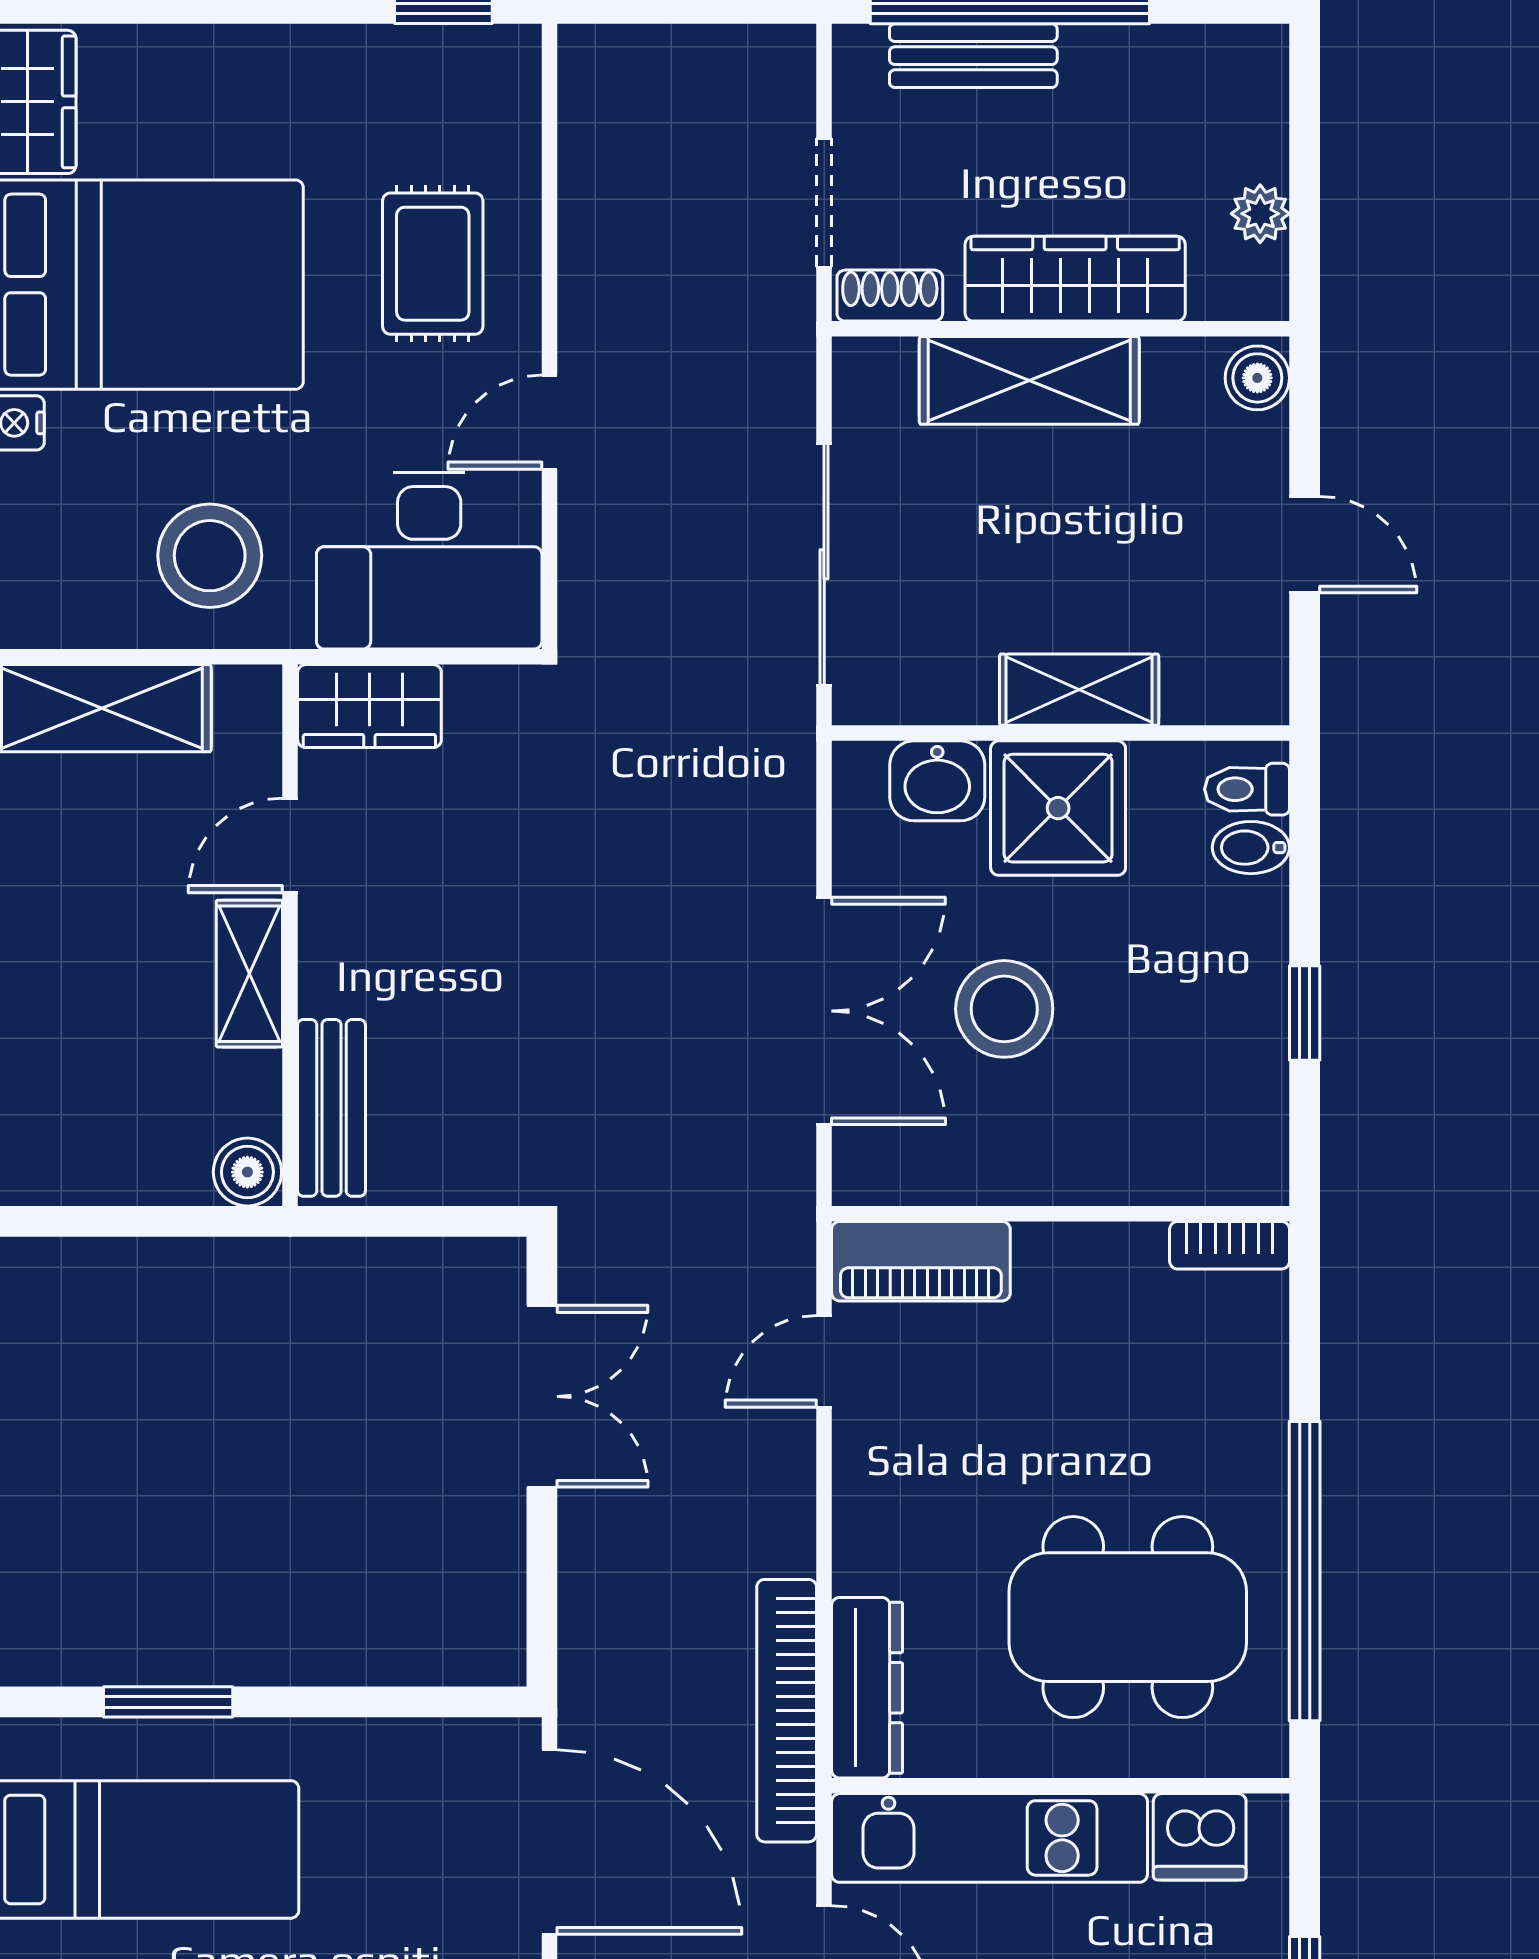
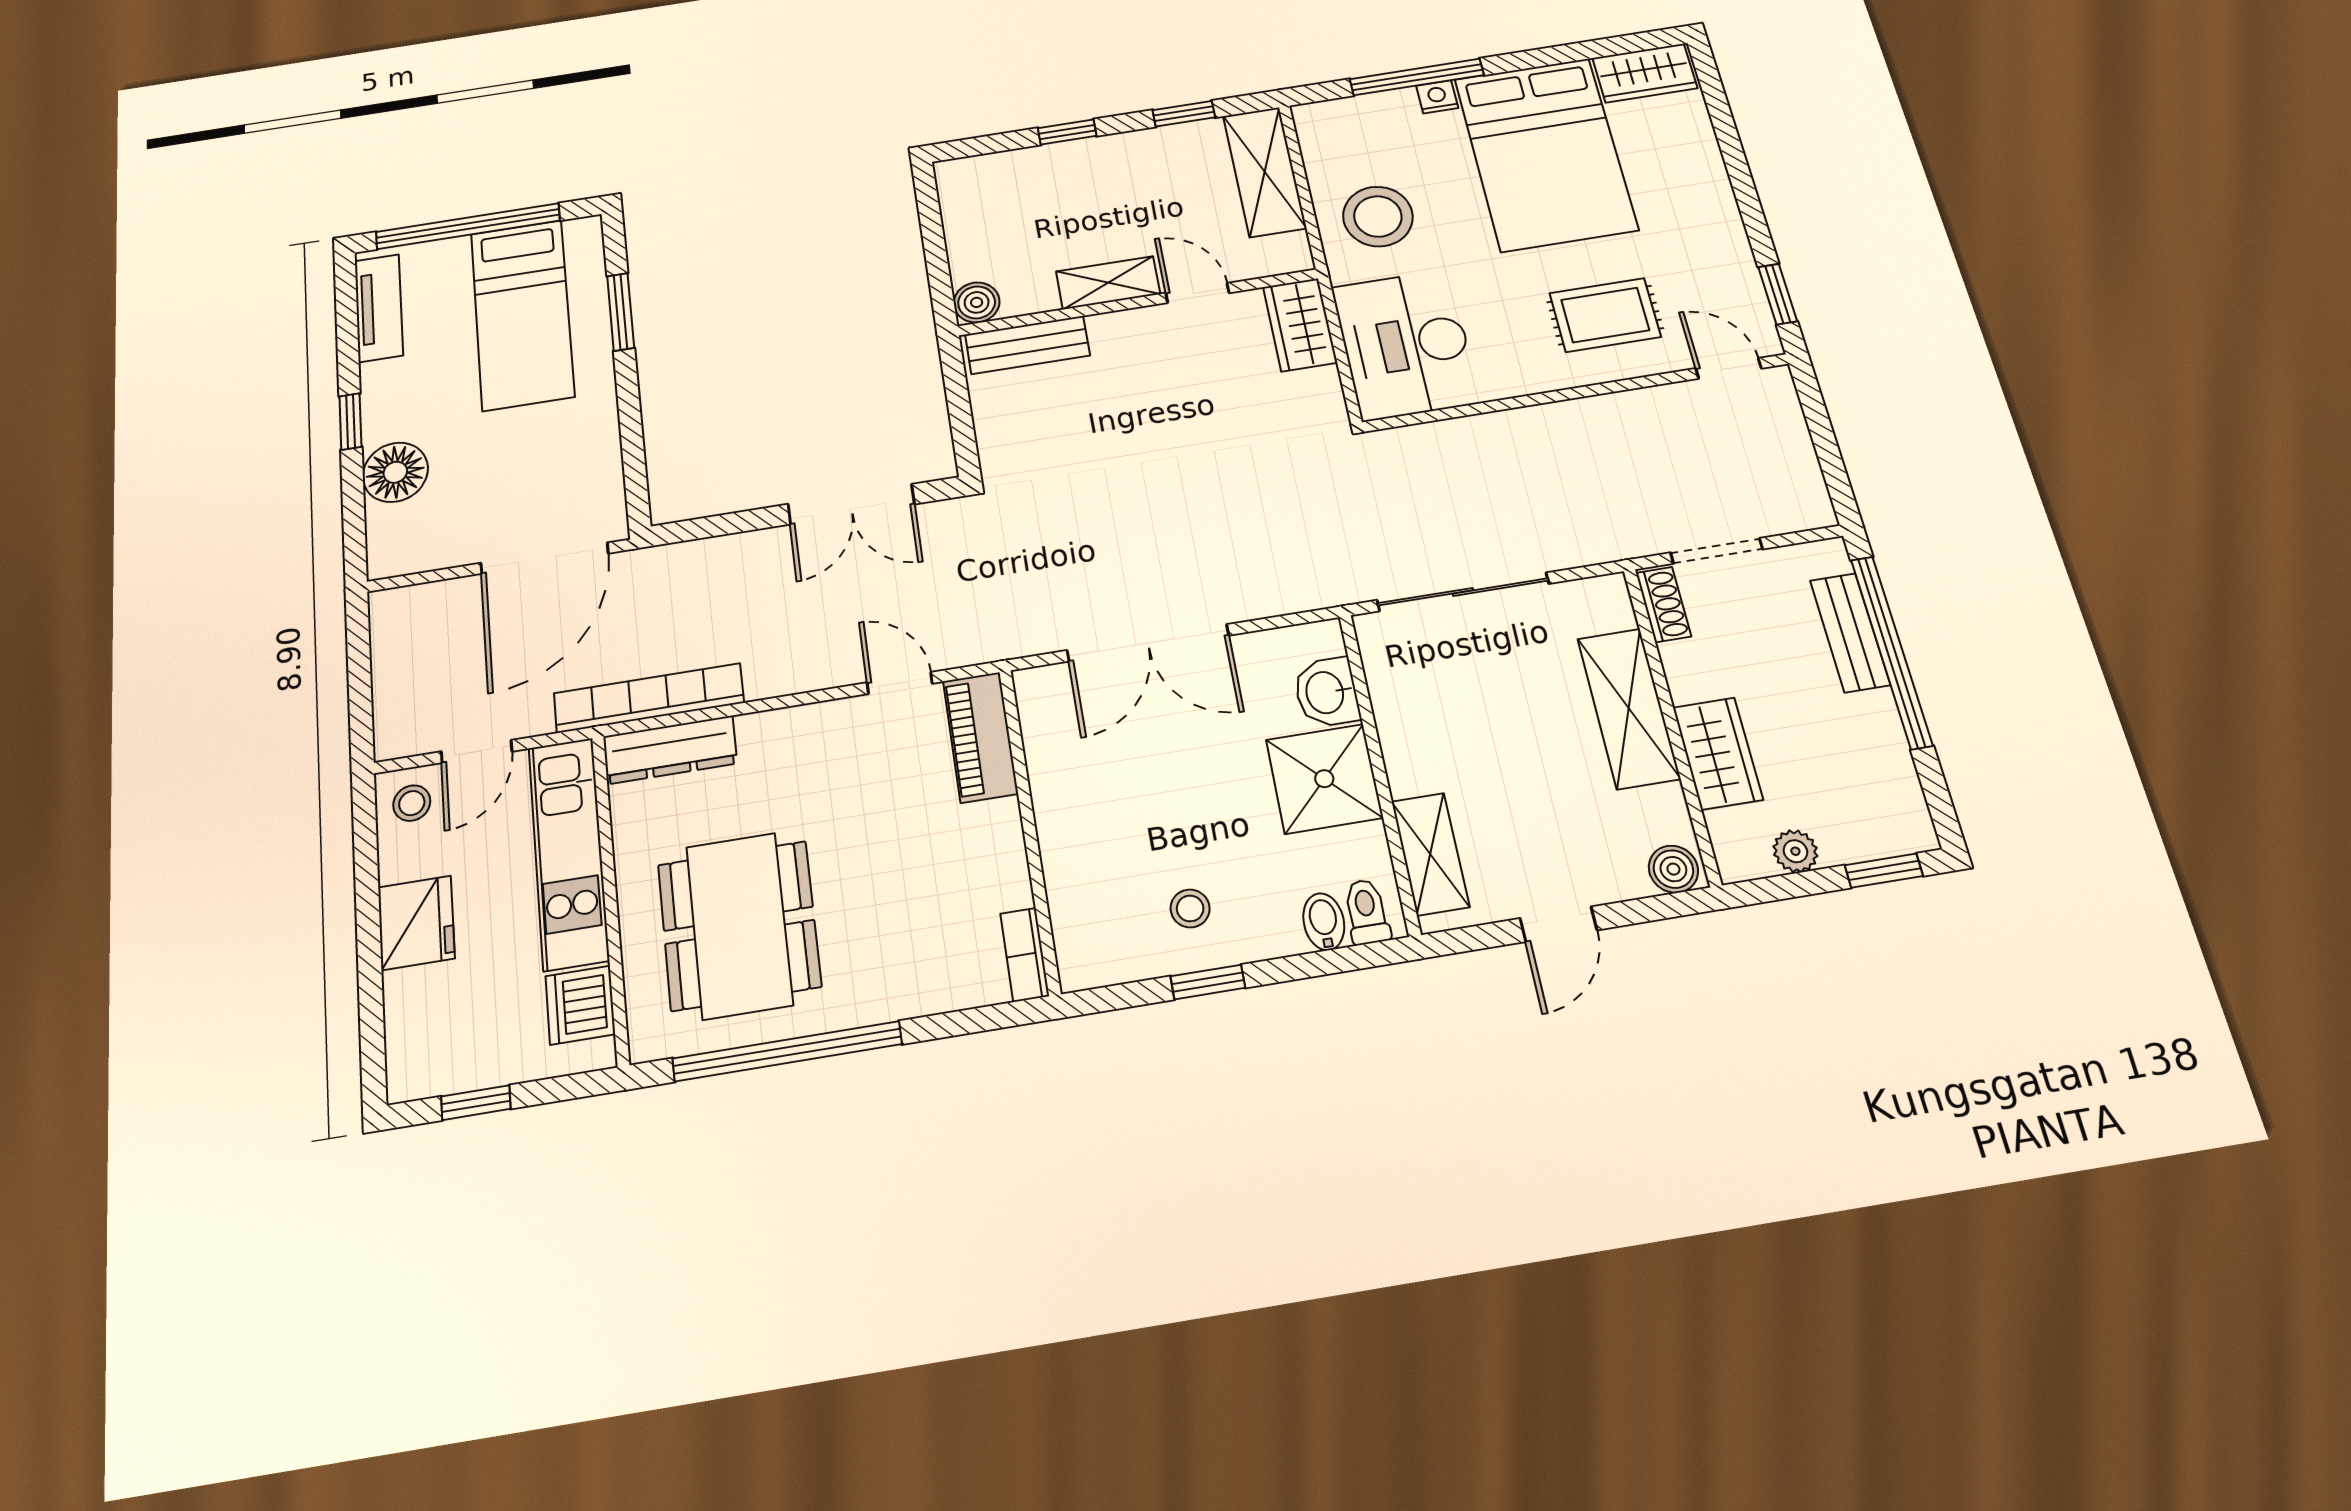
window: (1305, 107) -> (1884, 871), added
wardrobe: (1075, 279) -> (1718, 753), width x0.67
door: (549, 422) -> (1729, 368), moved
shelving: (1079, 690) -> (1430, 854), moved
stool: (1004, 1009) -> (1190, 908), moved, width x0.53, depth x0.53

